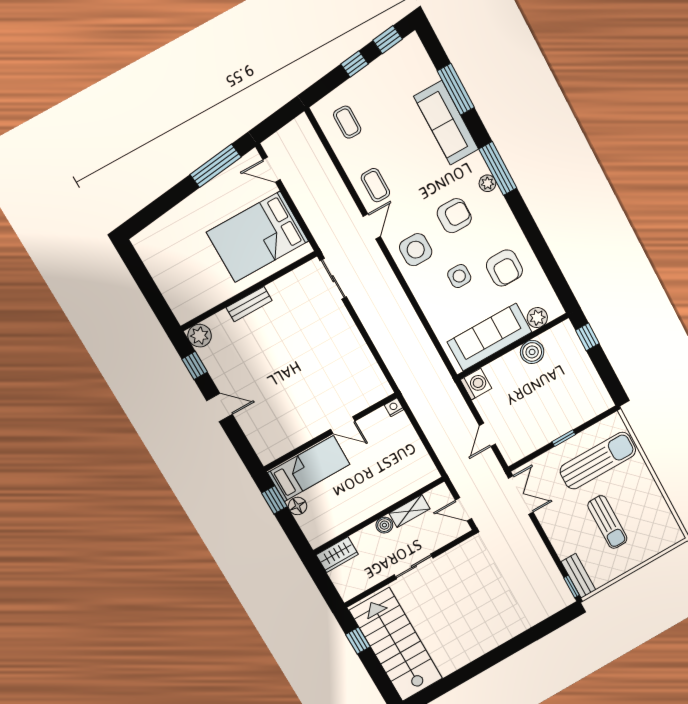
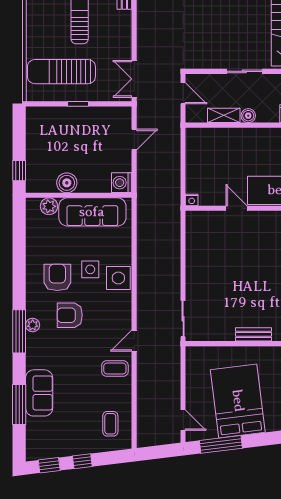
sofa: (446, 123) -> (39, 393), width x0.73
coffee table: (375, 185) -> (115, 369), turned 90
bed: (258, 237) -> (238, 401), moved, turned -97
side table: (416, 250) -> (118, 278), moved
armchair: (504, 268) -> (57, 277), moved

